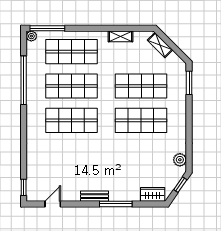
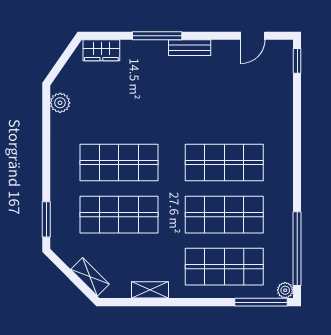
window: (24, 80) -> (297, 249), moved
window: (180, 185) -> (59, 65), removed

